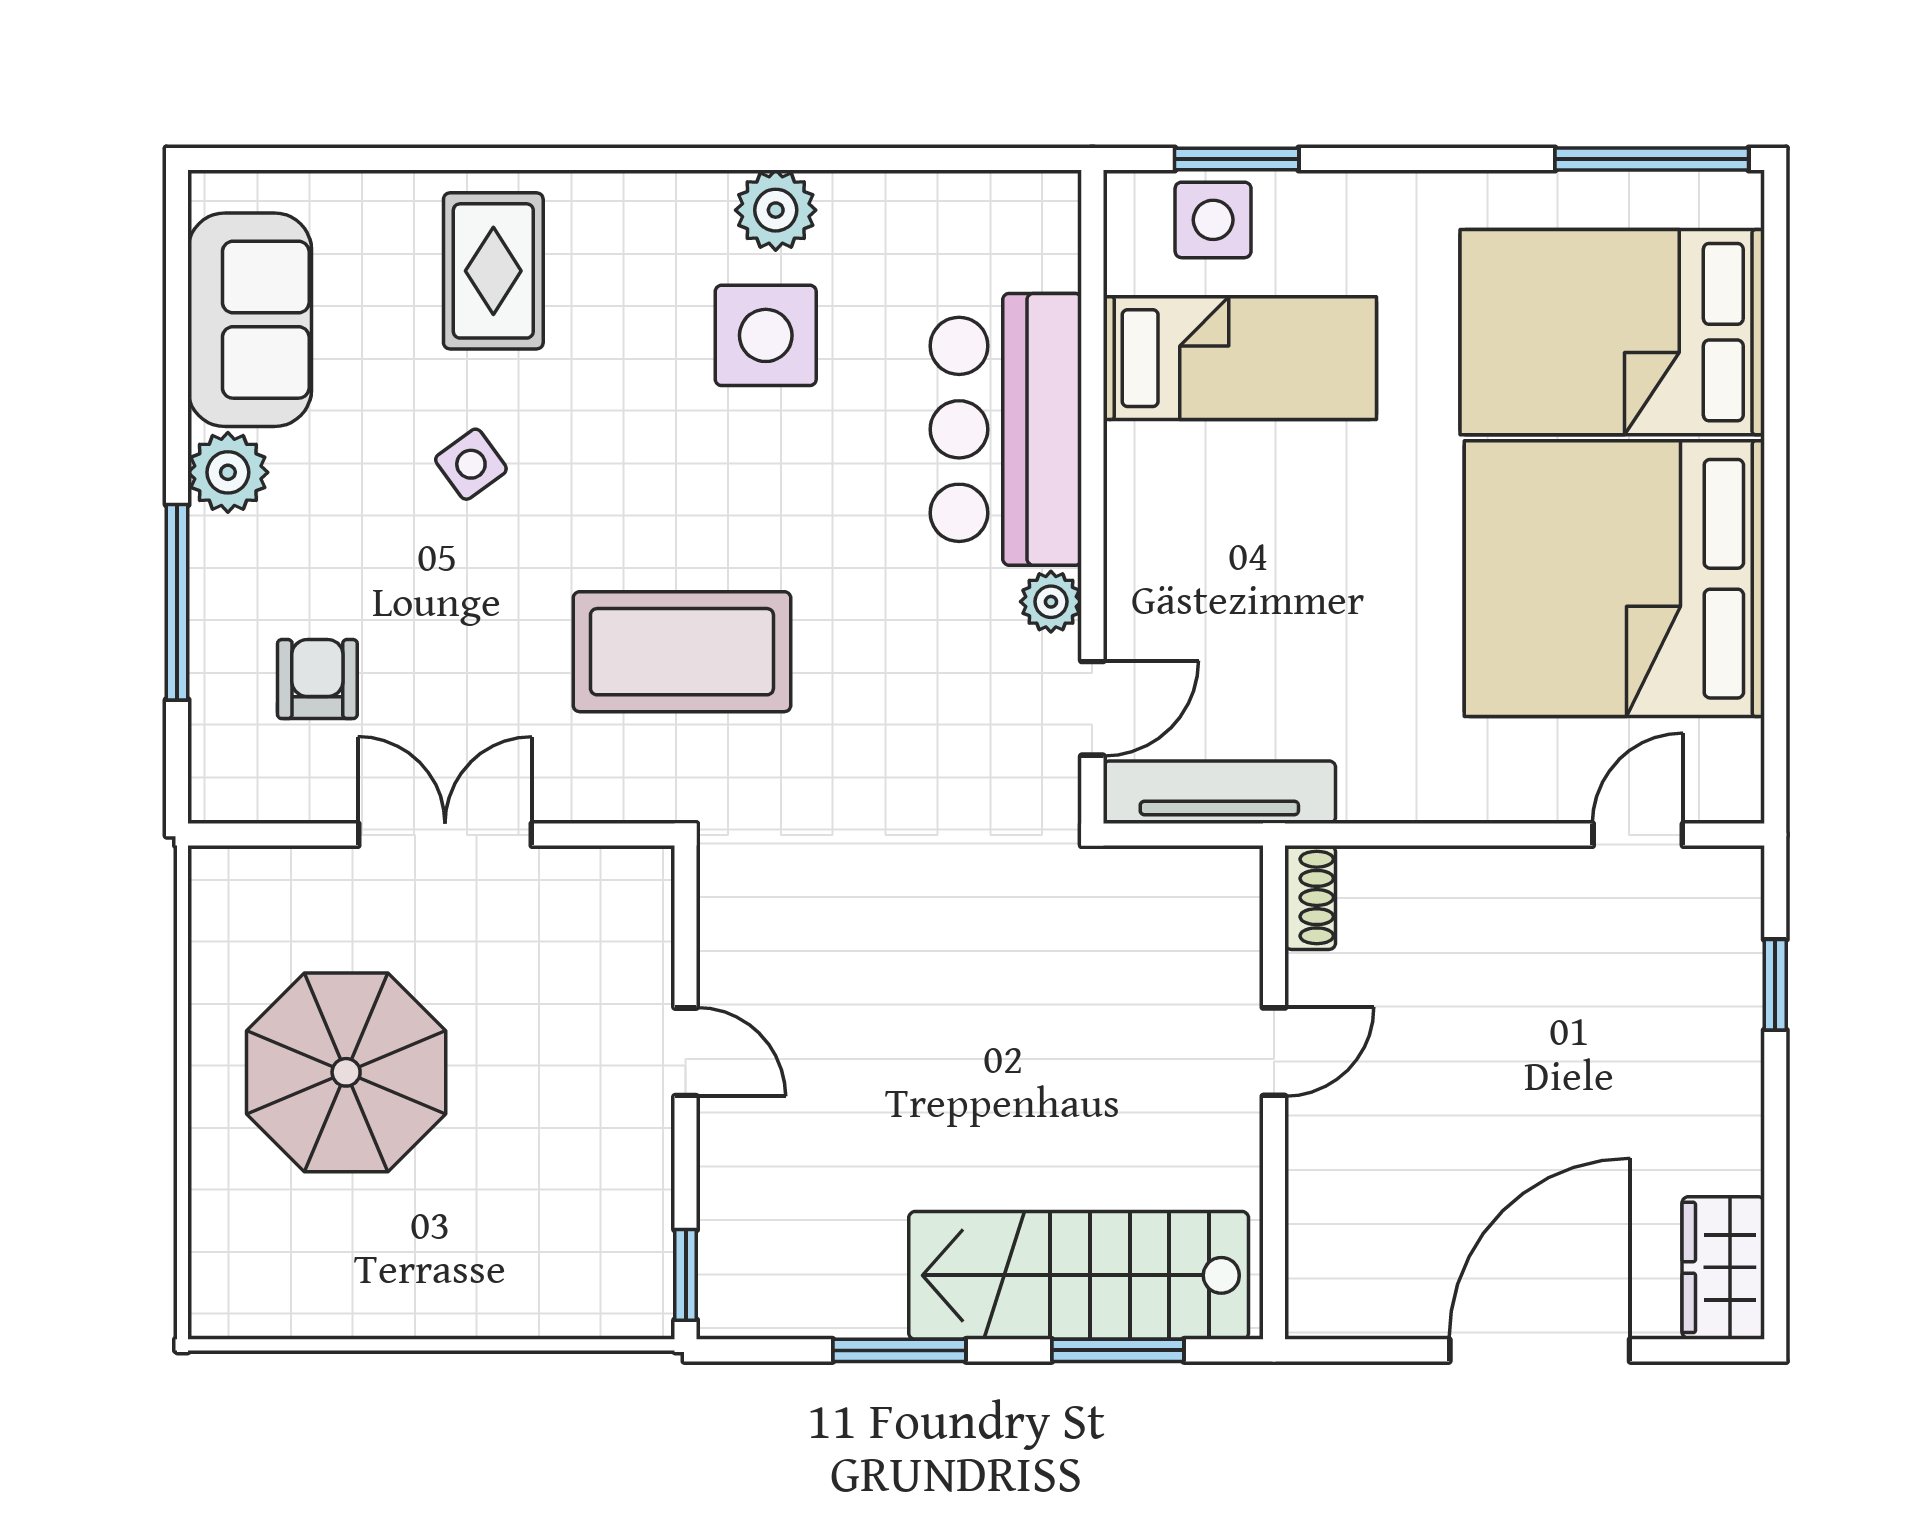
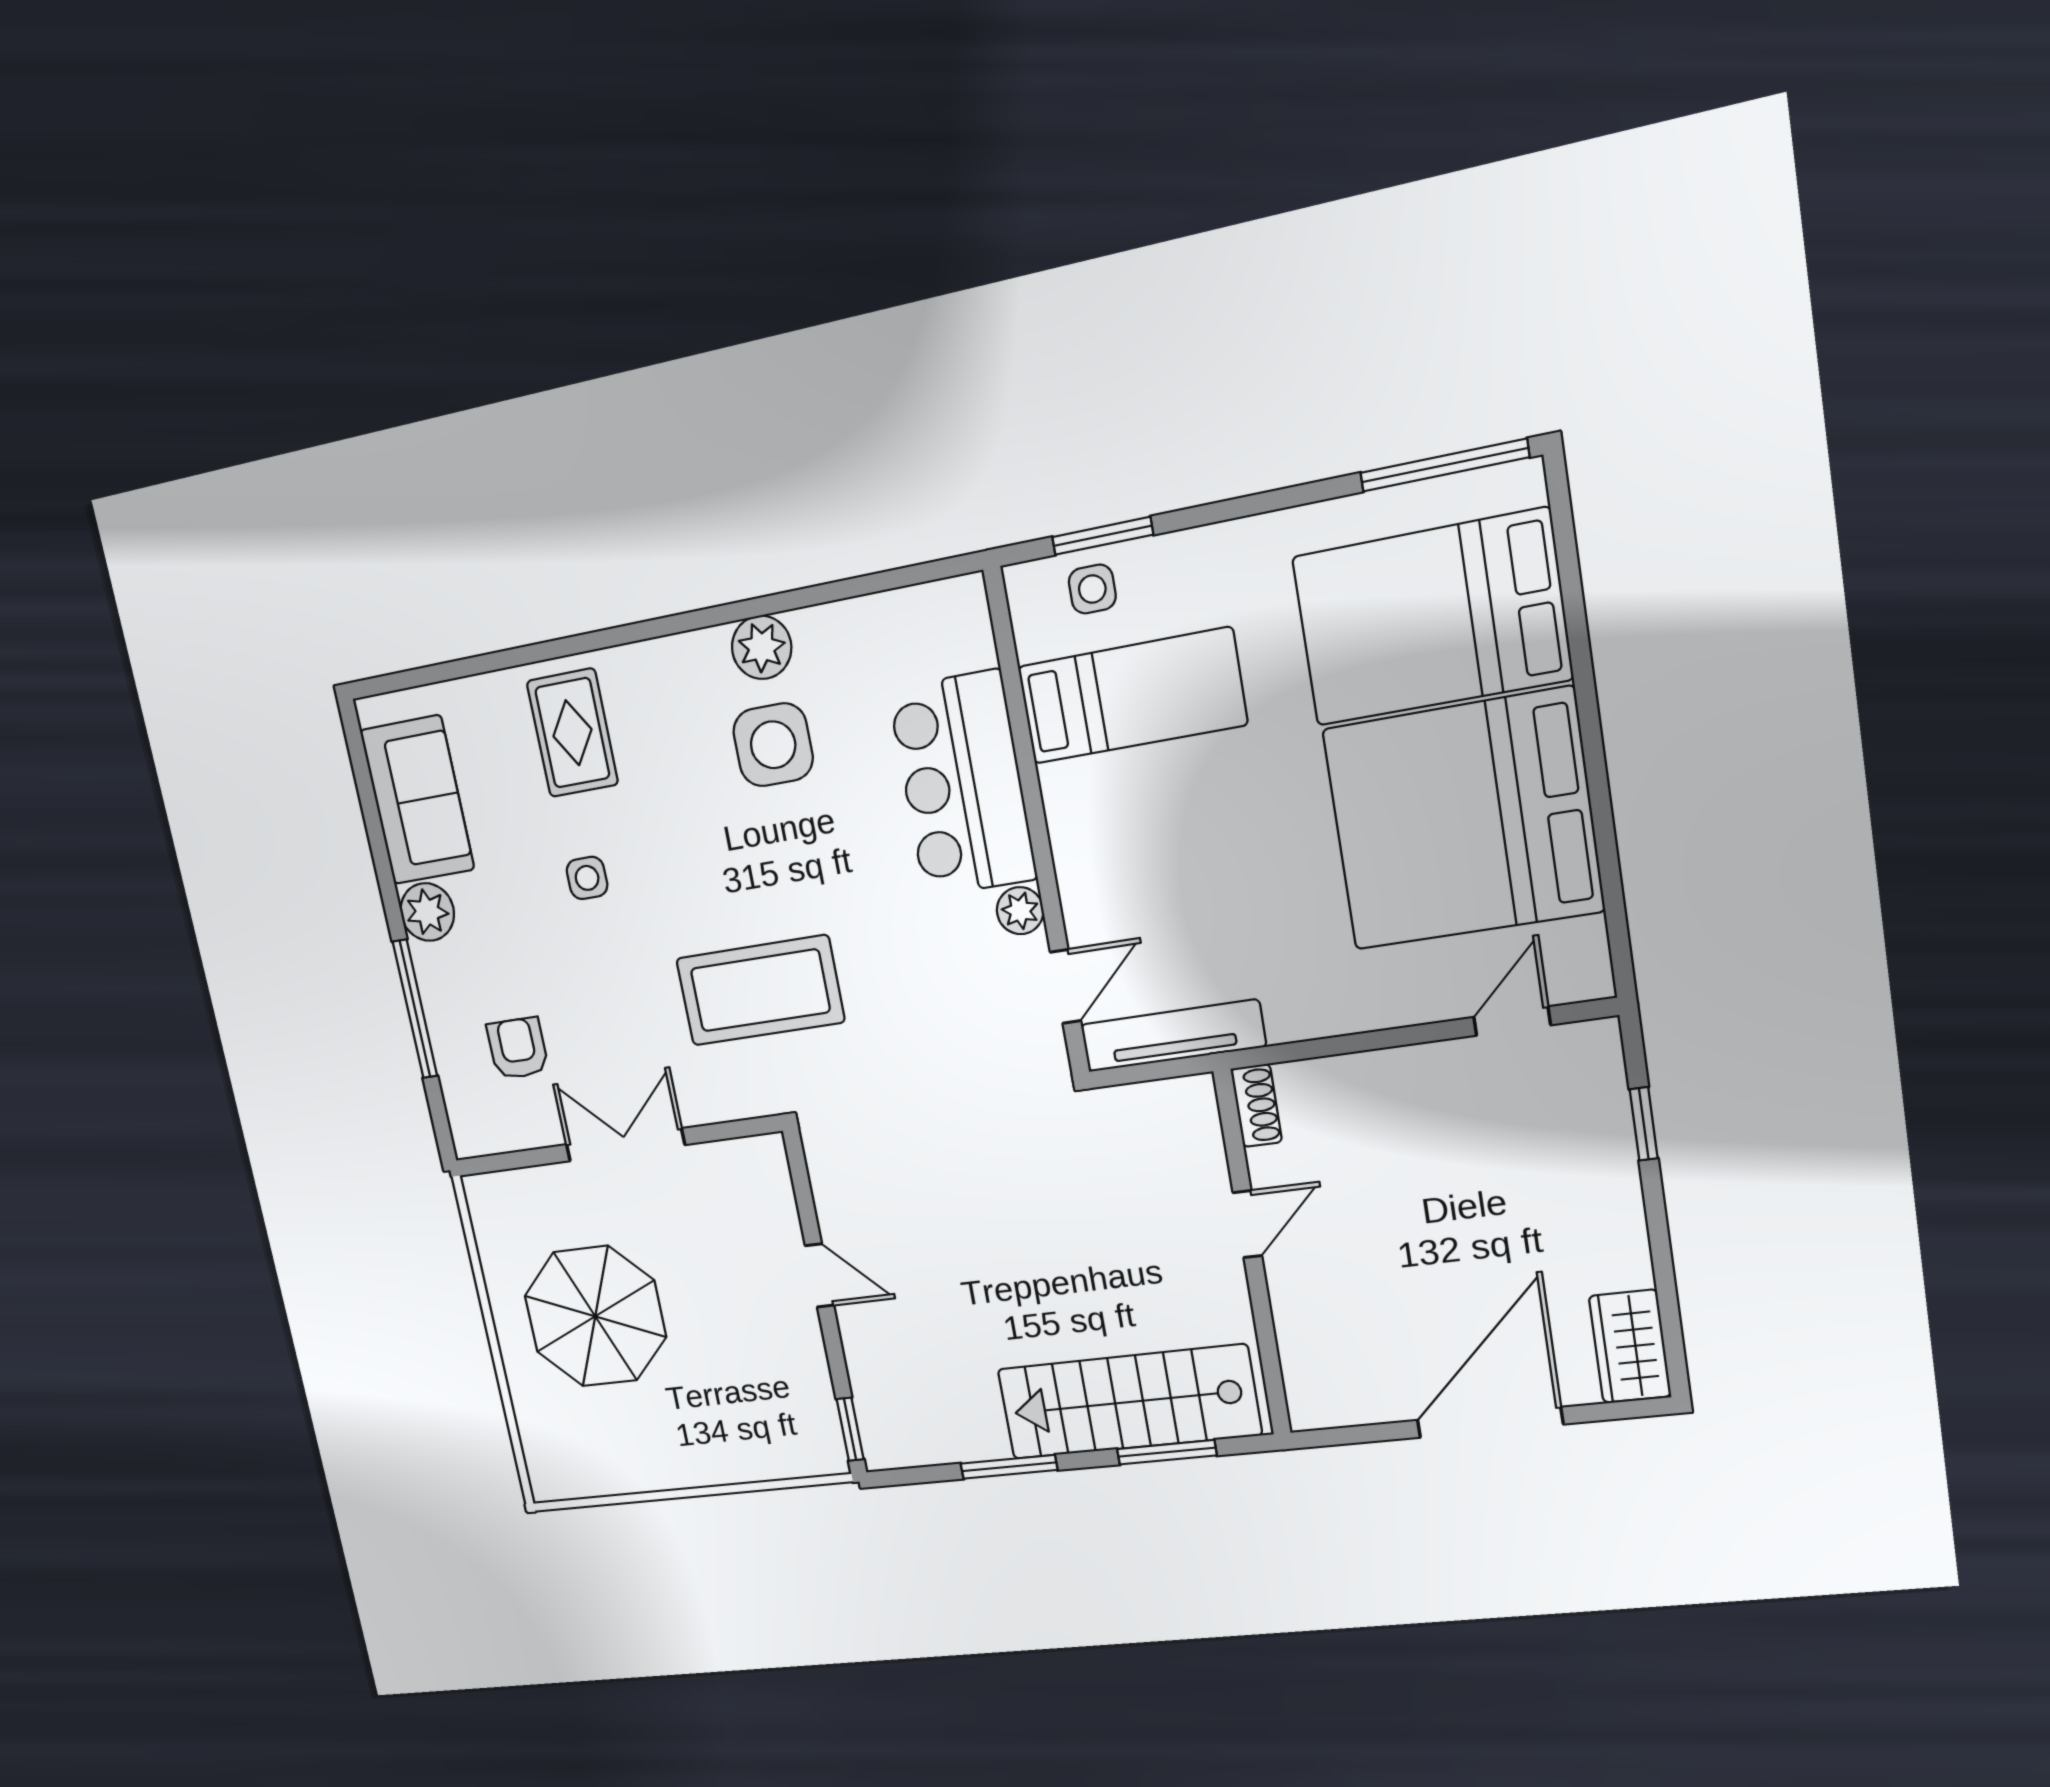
side table: (1213, 220) -> (1092, 589), width x0.73, depth x0.73
side table: (471, 464) -> (587, 878), turned 36

